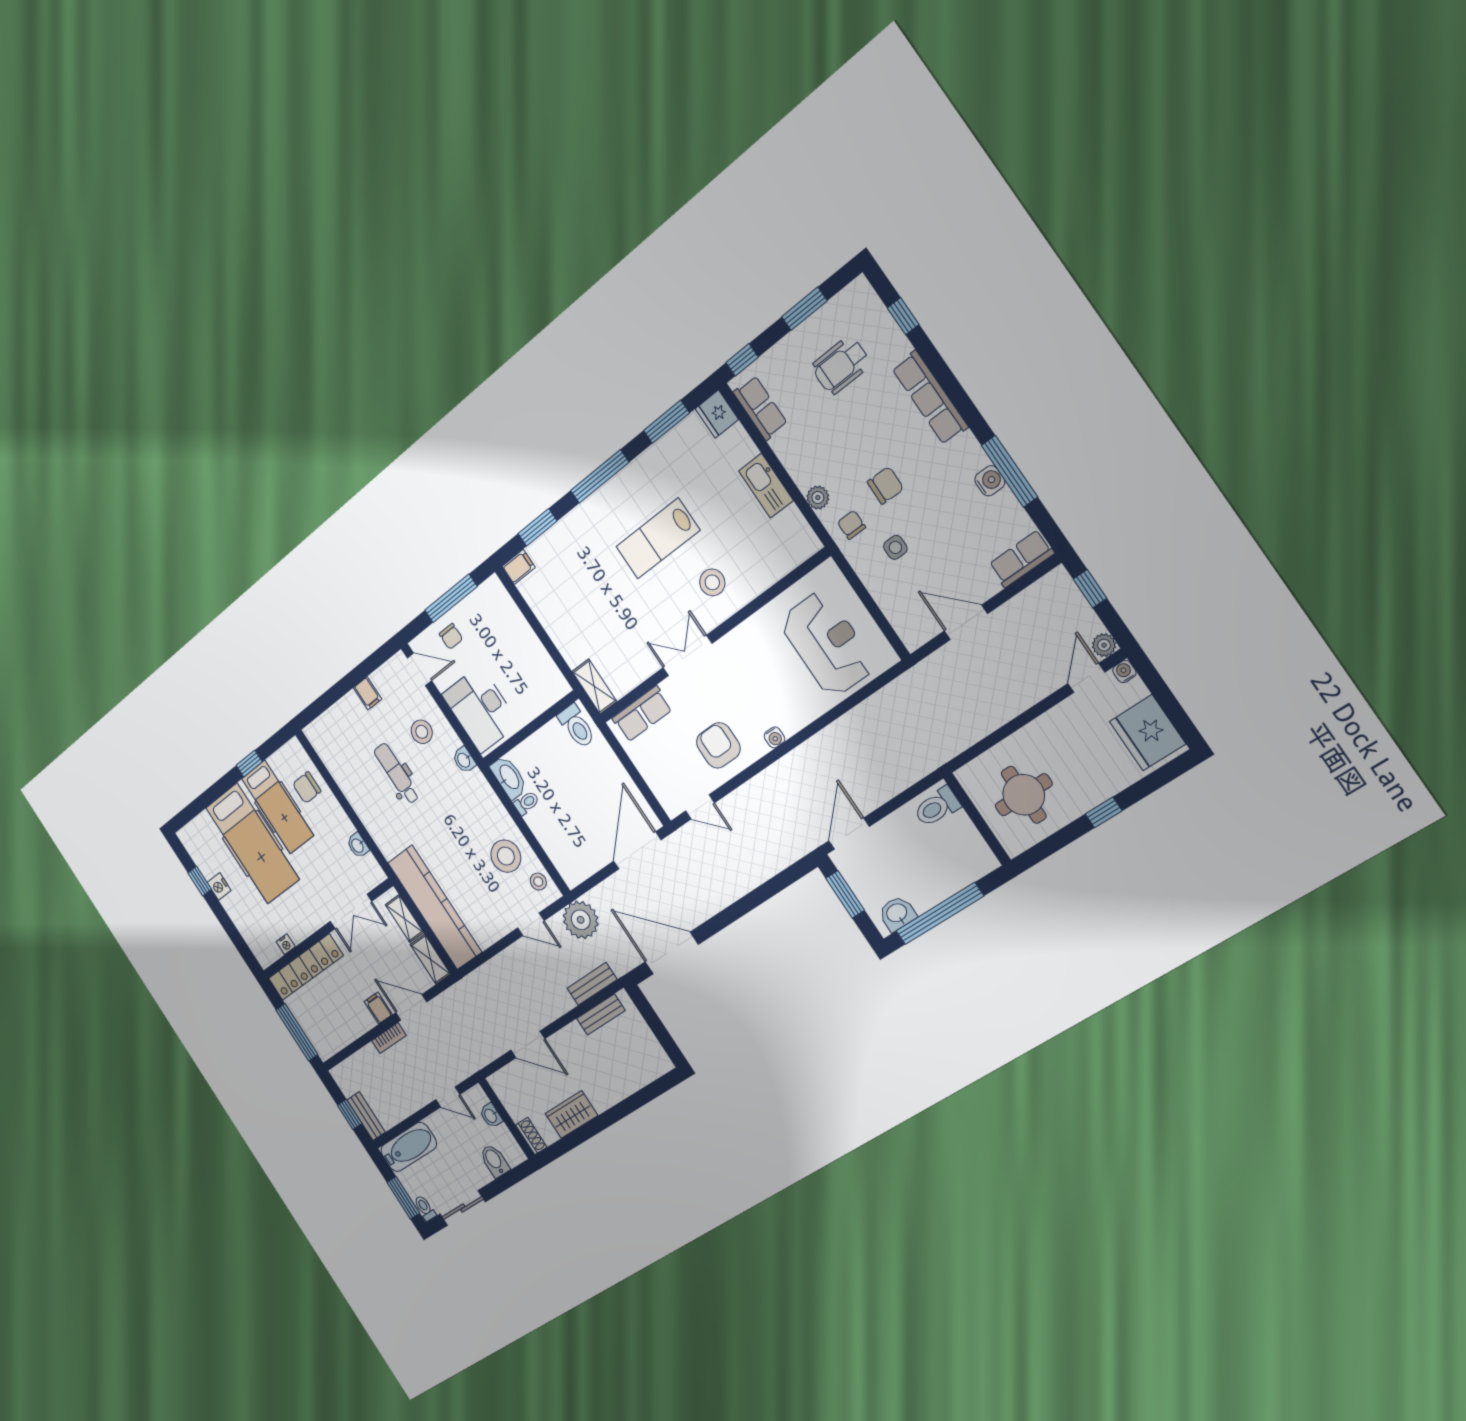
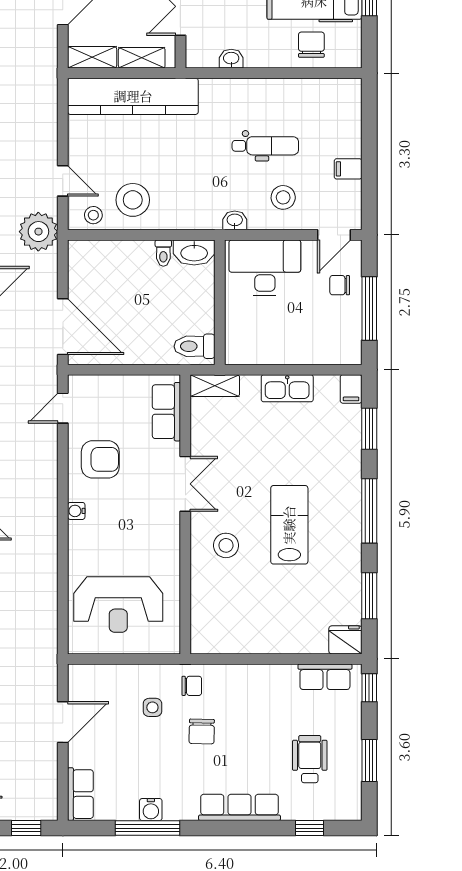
kitchen sink: (766, 486) -> (287, 388), moved, turned 180
plant: (818, 498) -> (229, 674), removed
door: (531, 924) -> (63, 181), swing flipped

